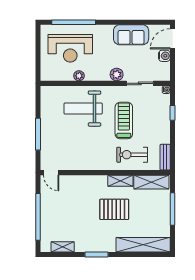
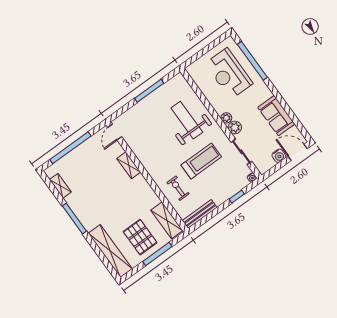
plant: (79, 76) -> (226, 118), moved
window: (38, 134) -> (149, 91), moved
exercise bike: (132, 155) -> (178, 188), width x0.73, depth x0.72
bench: (165, 157) -> (200, 214), width x1.36
shelving: (120, 181) -> (129, 165), moved
pallet: (114, 209) -> (140, 237), moved
window: (97, 255) -> (74, 218), width x1.44

